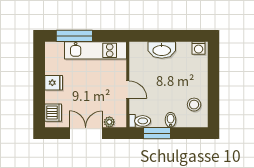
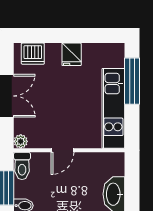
plant: (109, 122) -> (21, 141), moved

